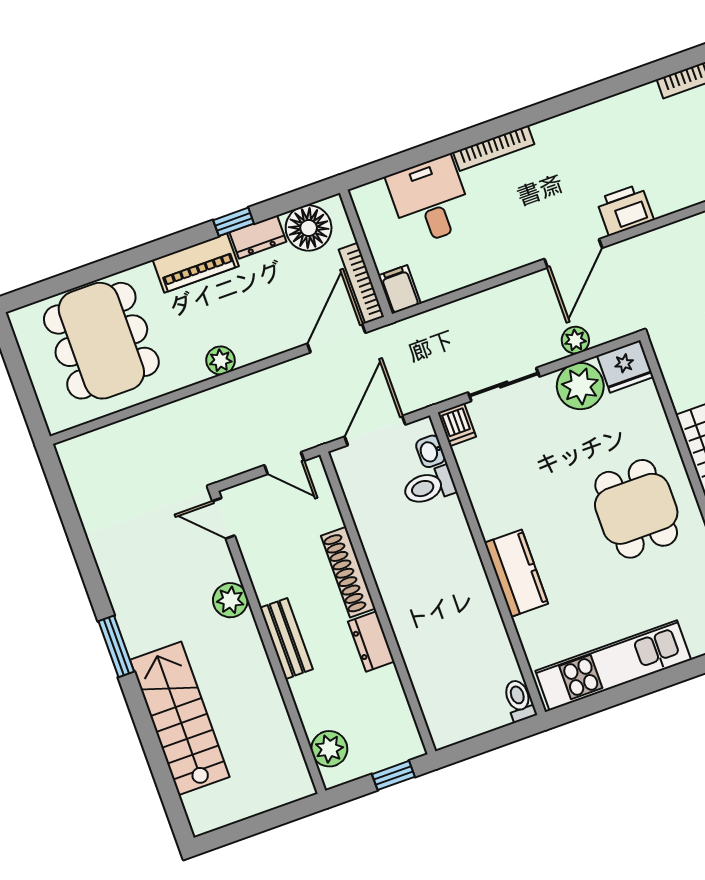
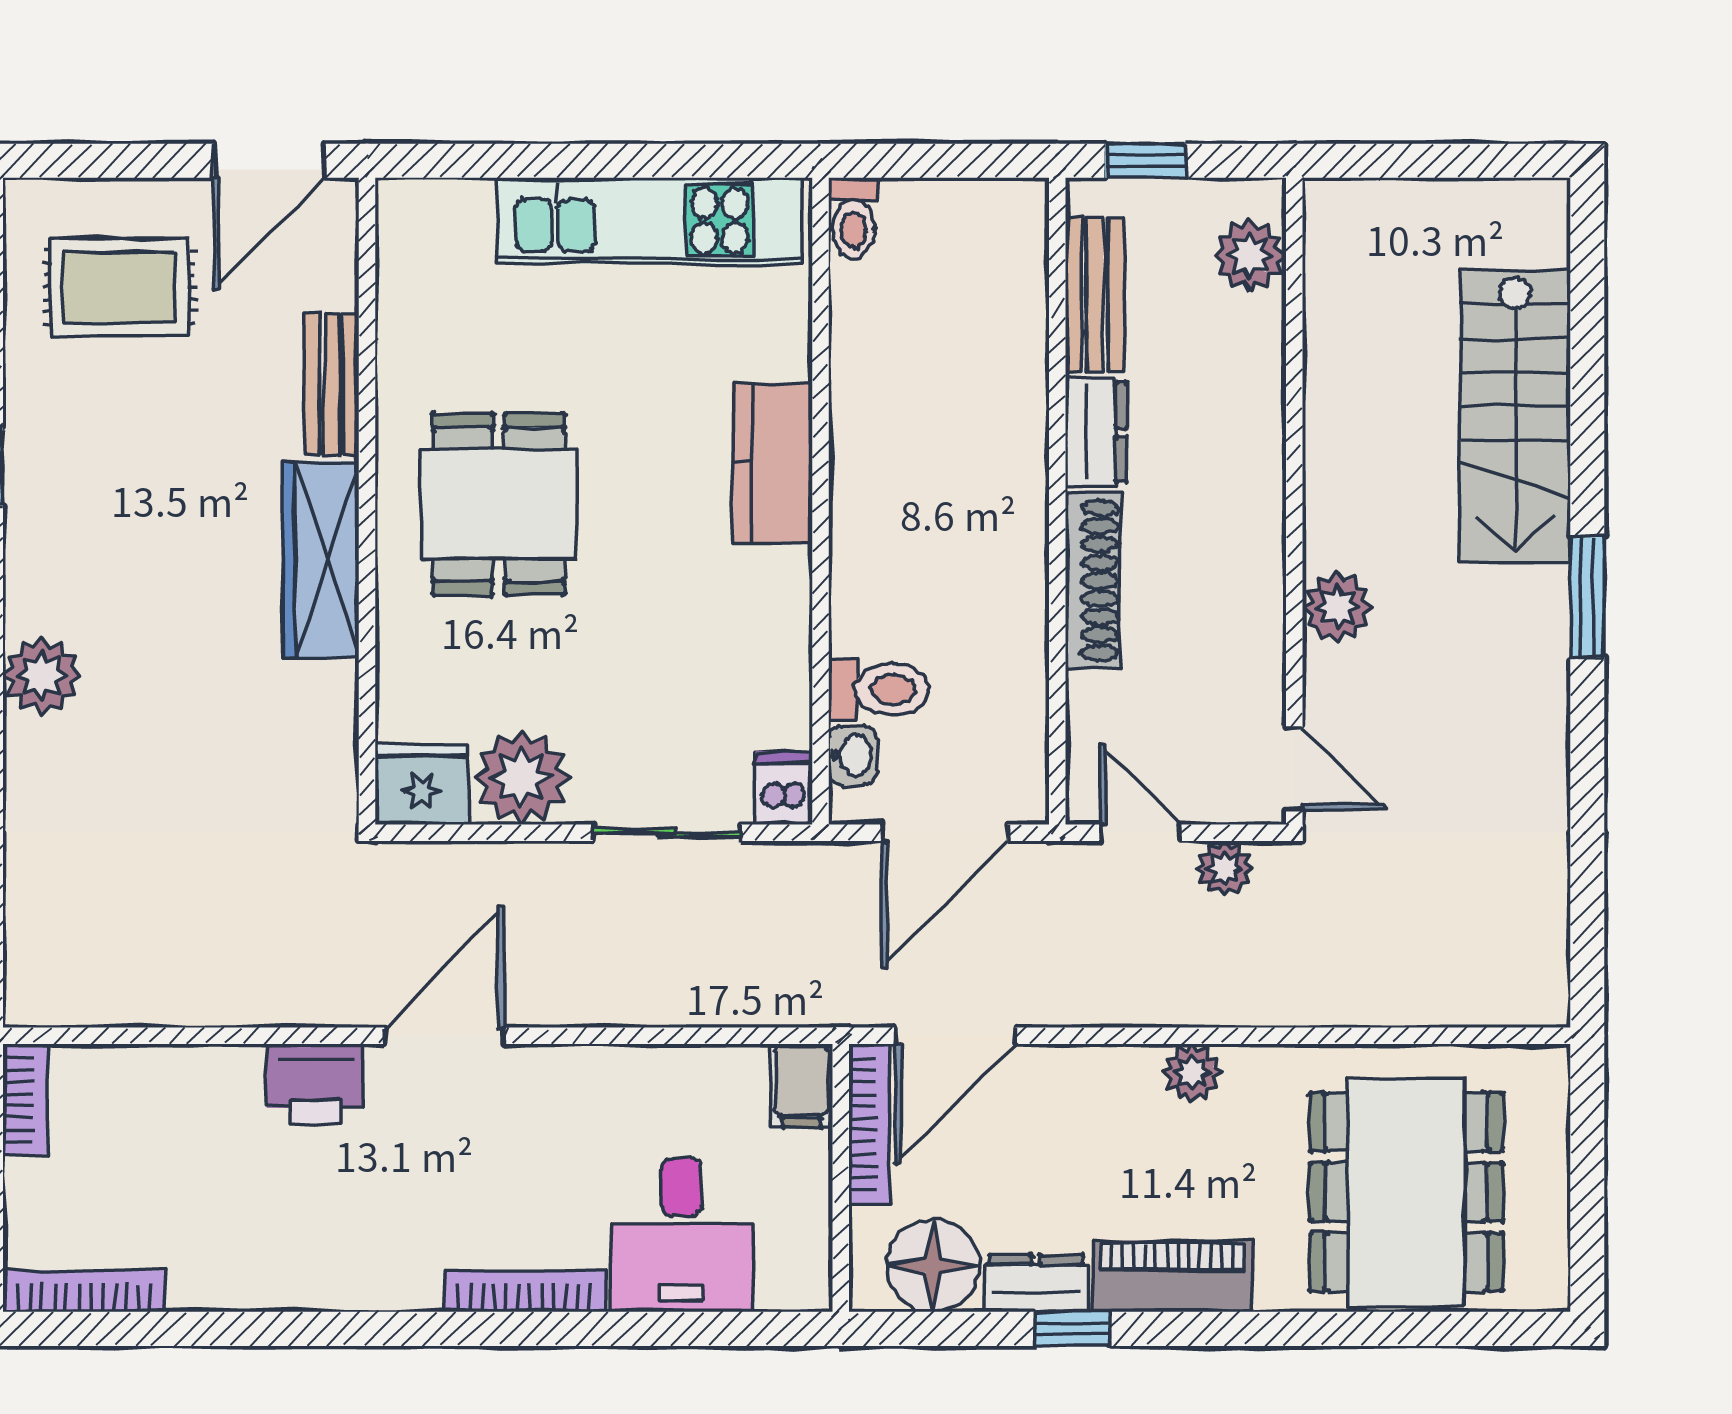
plant: (575, 340) -> (1225, 868), moved
bench: (286, 639) -> (1095, 295), moved

